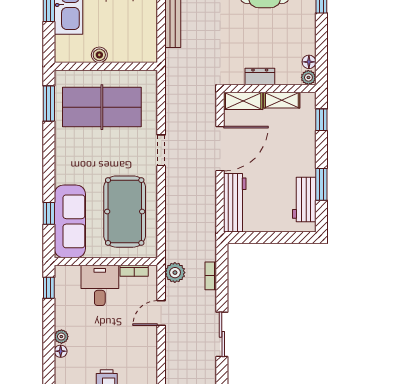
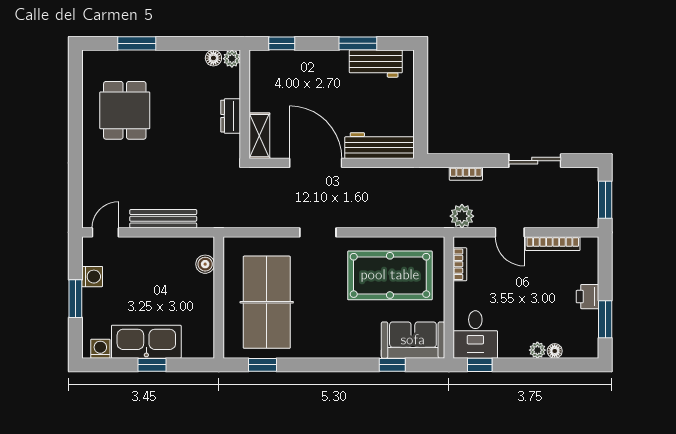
boiler: (99, 55) -> (205, 264), moved
shelving: (282, 100) -> (259, 90), removed
window: (49, 104) -> (263, 365), width x0.67
sofa: (70, 221) -> (413, 340), width x0.73
desk: (100, 285) -> (475, 334), moved, turned -90
bookcase: (152, 349) -> (553, 244), added

